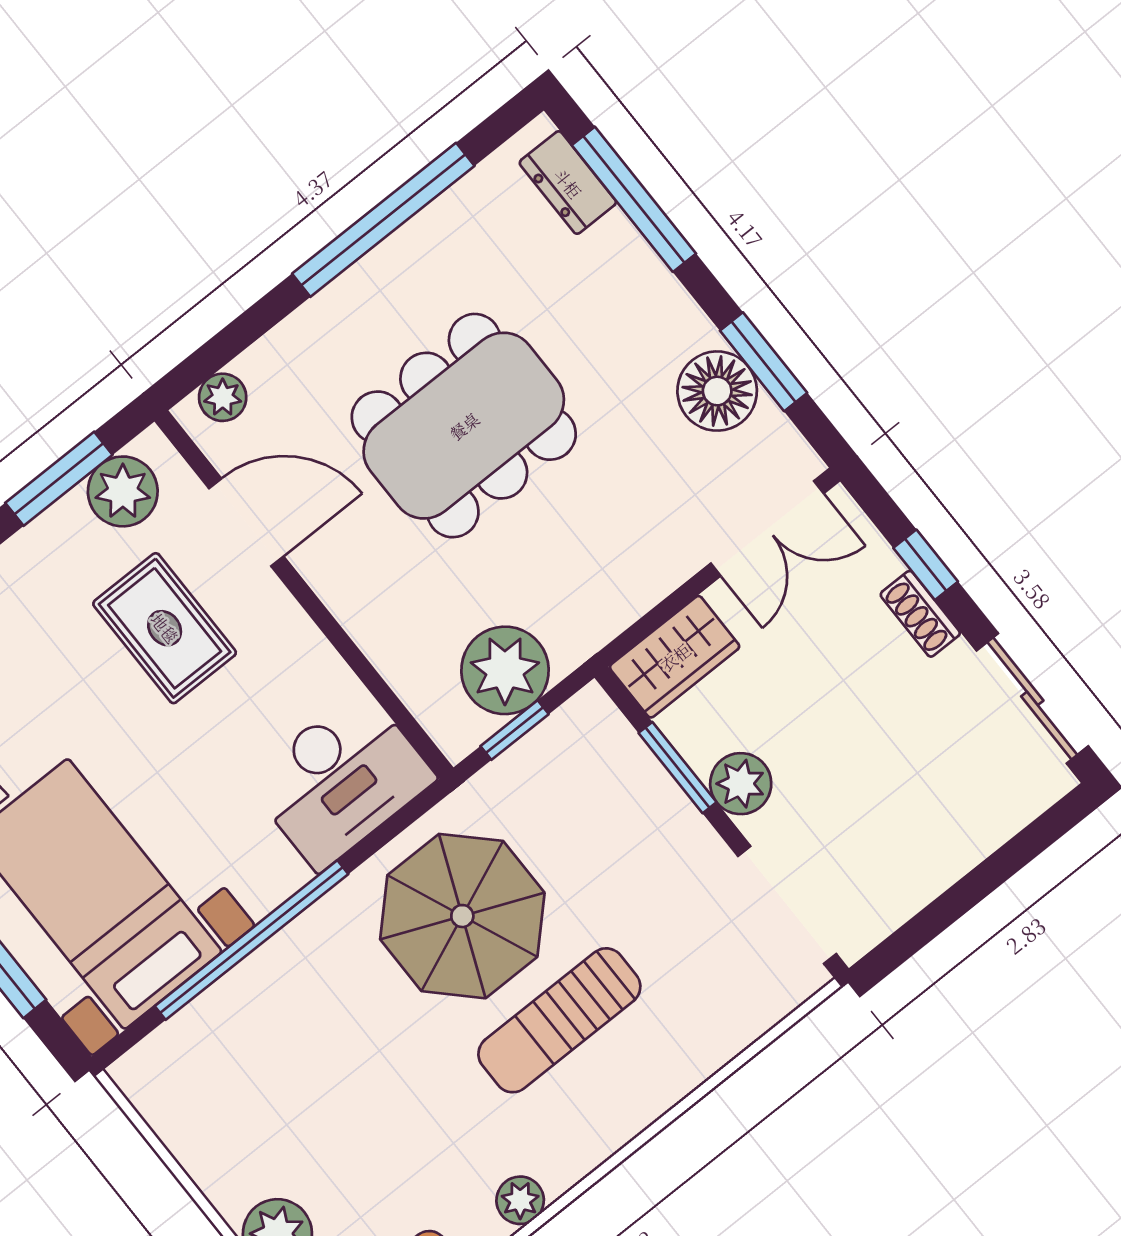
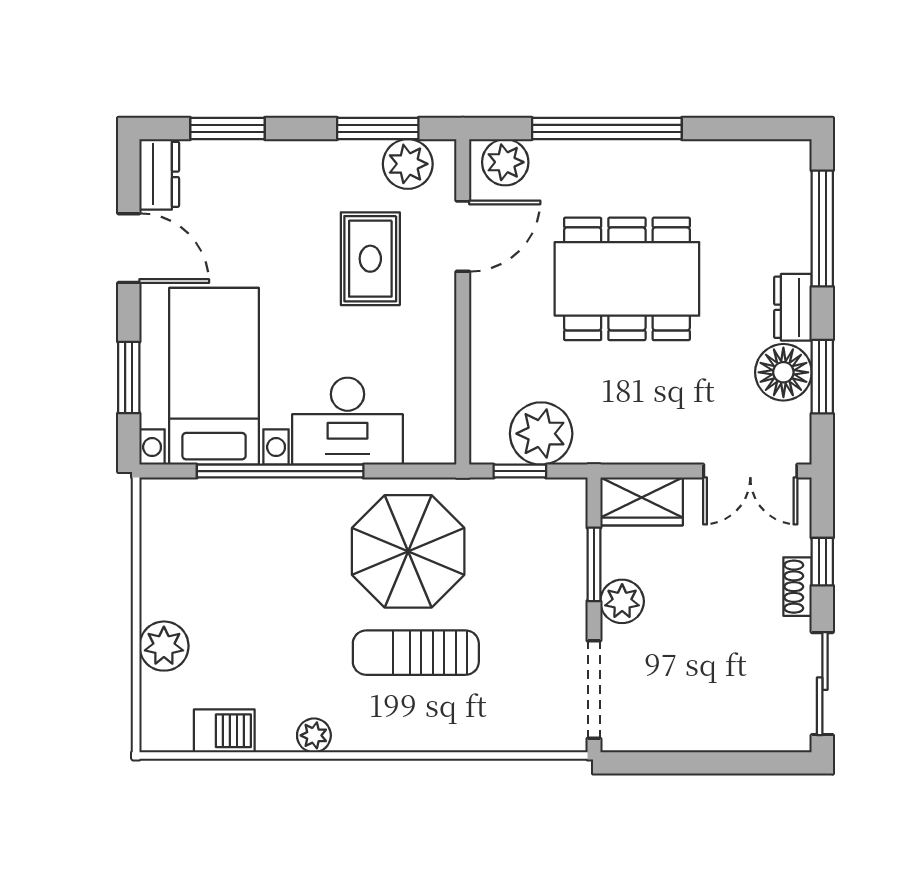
dresser: (568, 183) -> (793, 307), moved
window: (383, 220) -> (607, 129), moved
plant: (223, 397) -> (505, 162), width x1.38, depth x1.38
door: (246, 522) -> (463, 236), hinge flipped
desk: (341, 779) -> (347, 421), moved

